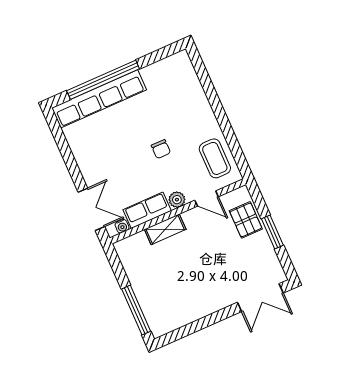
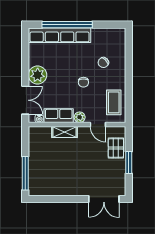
chair: (176, 110) -> (103, 62), added
plant: (93, 167) -> (38, 75), added

